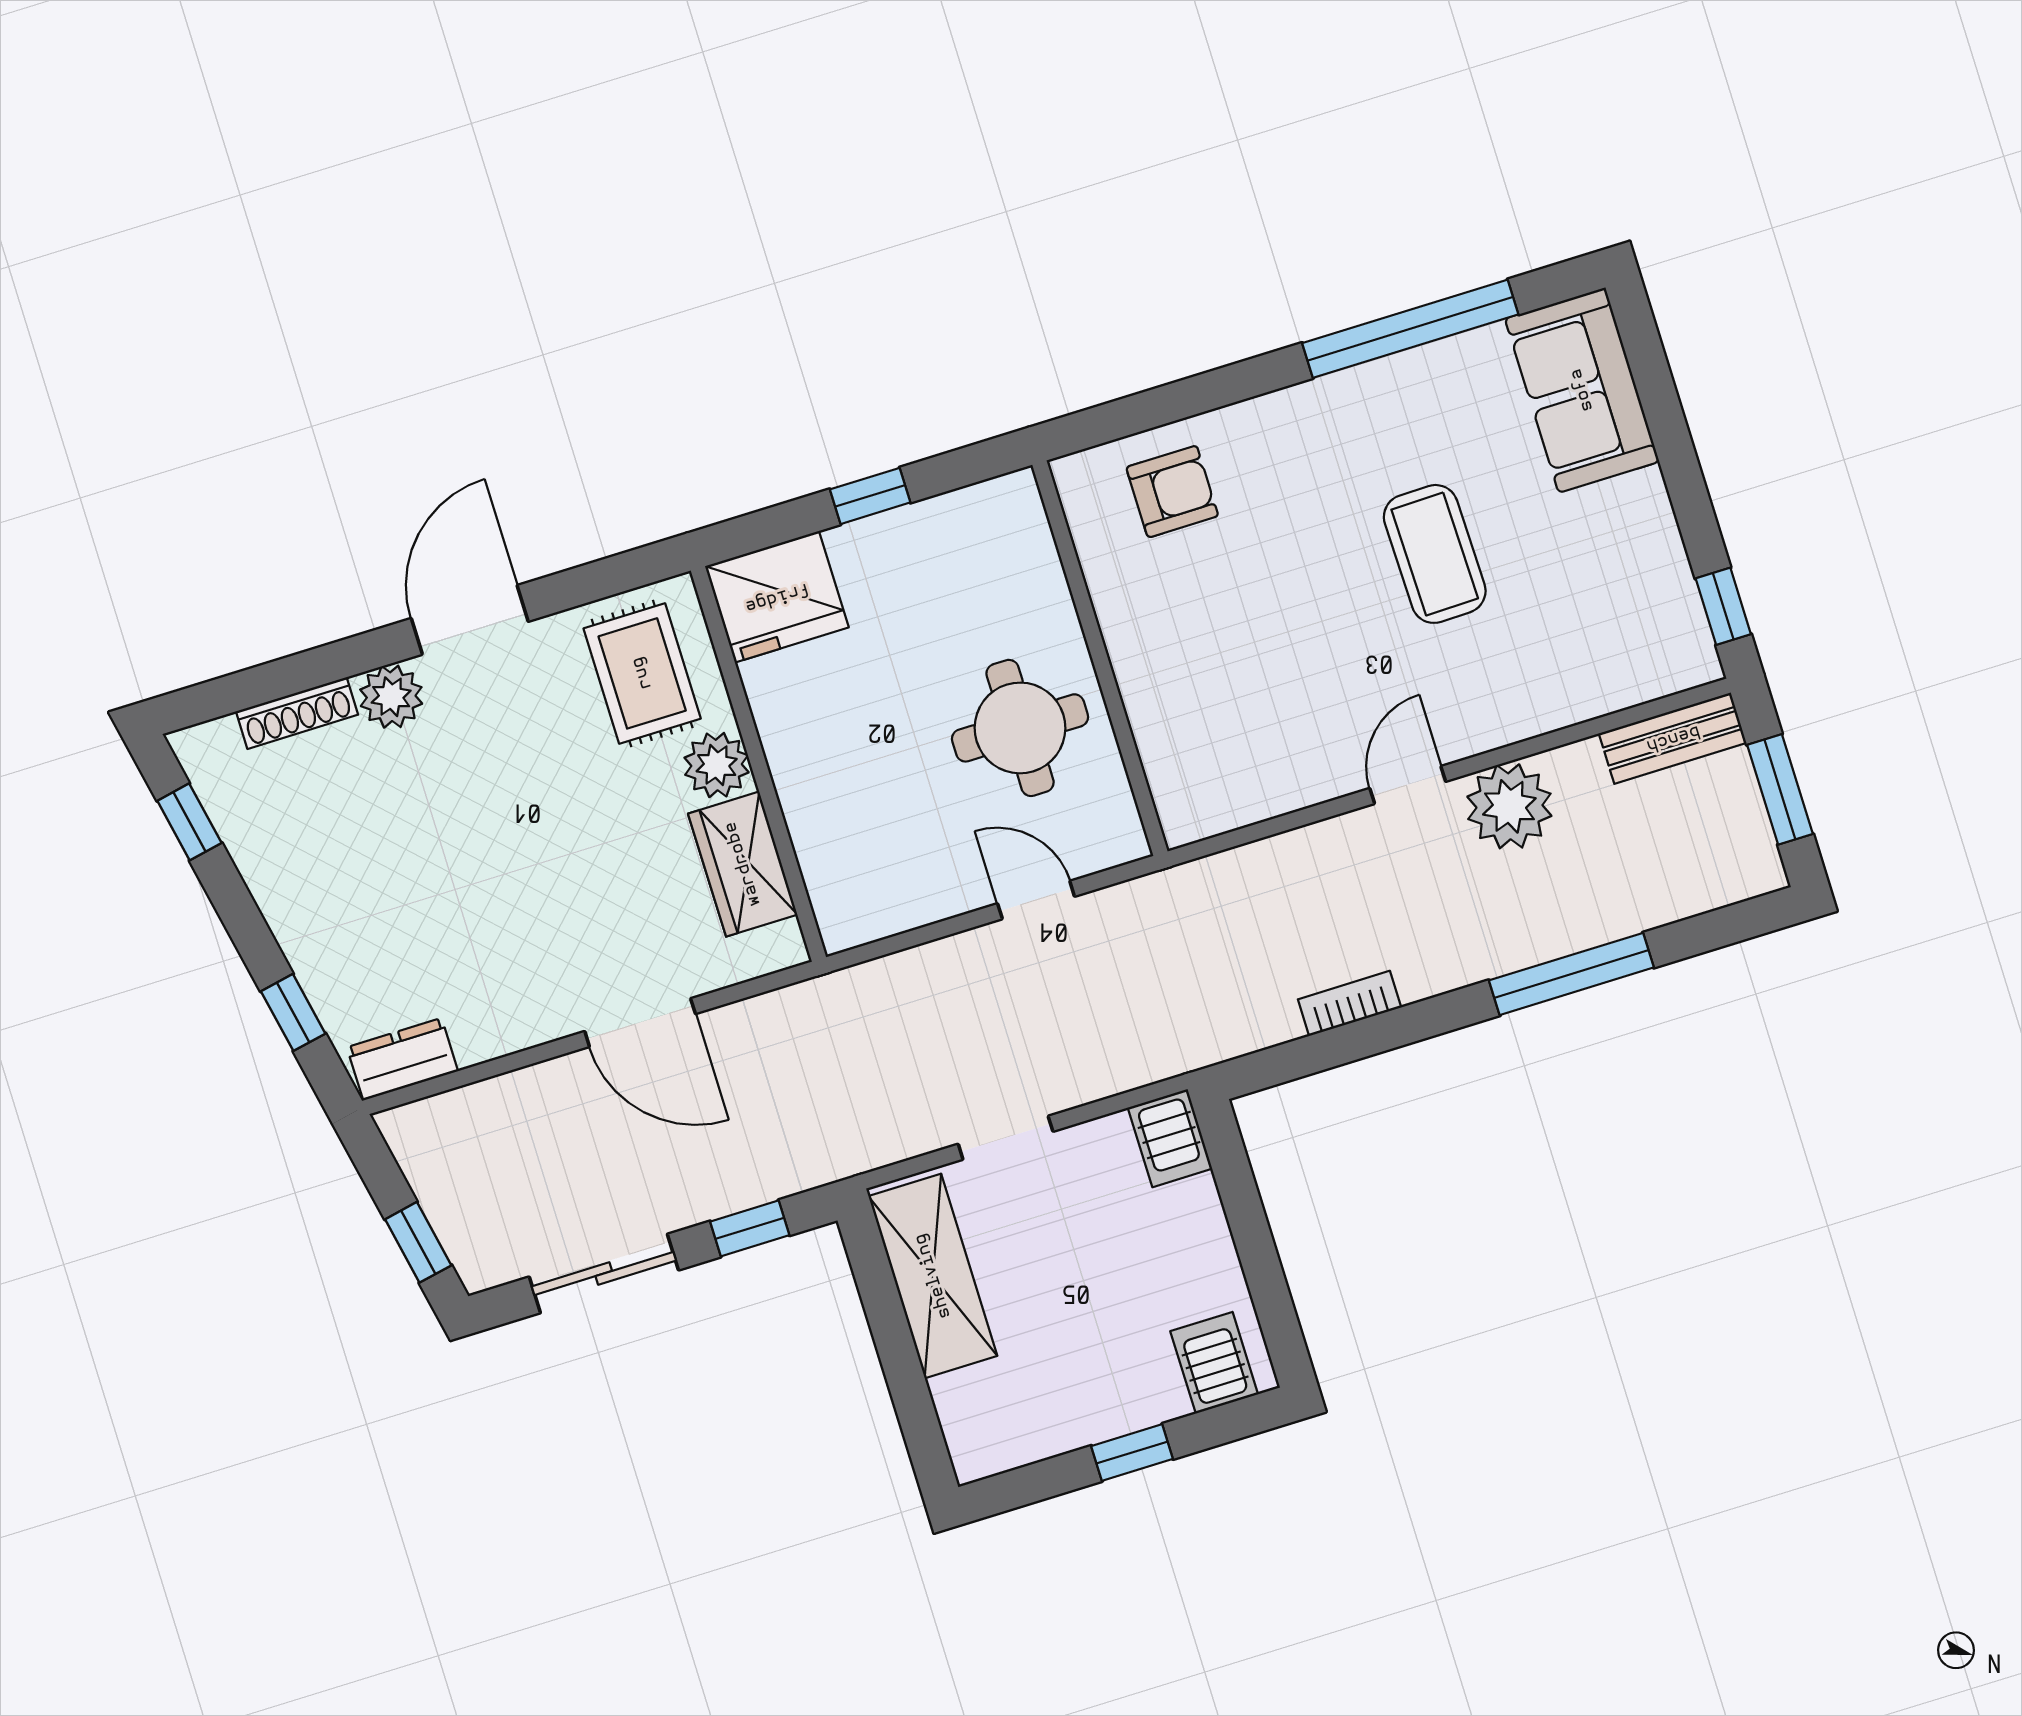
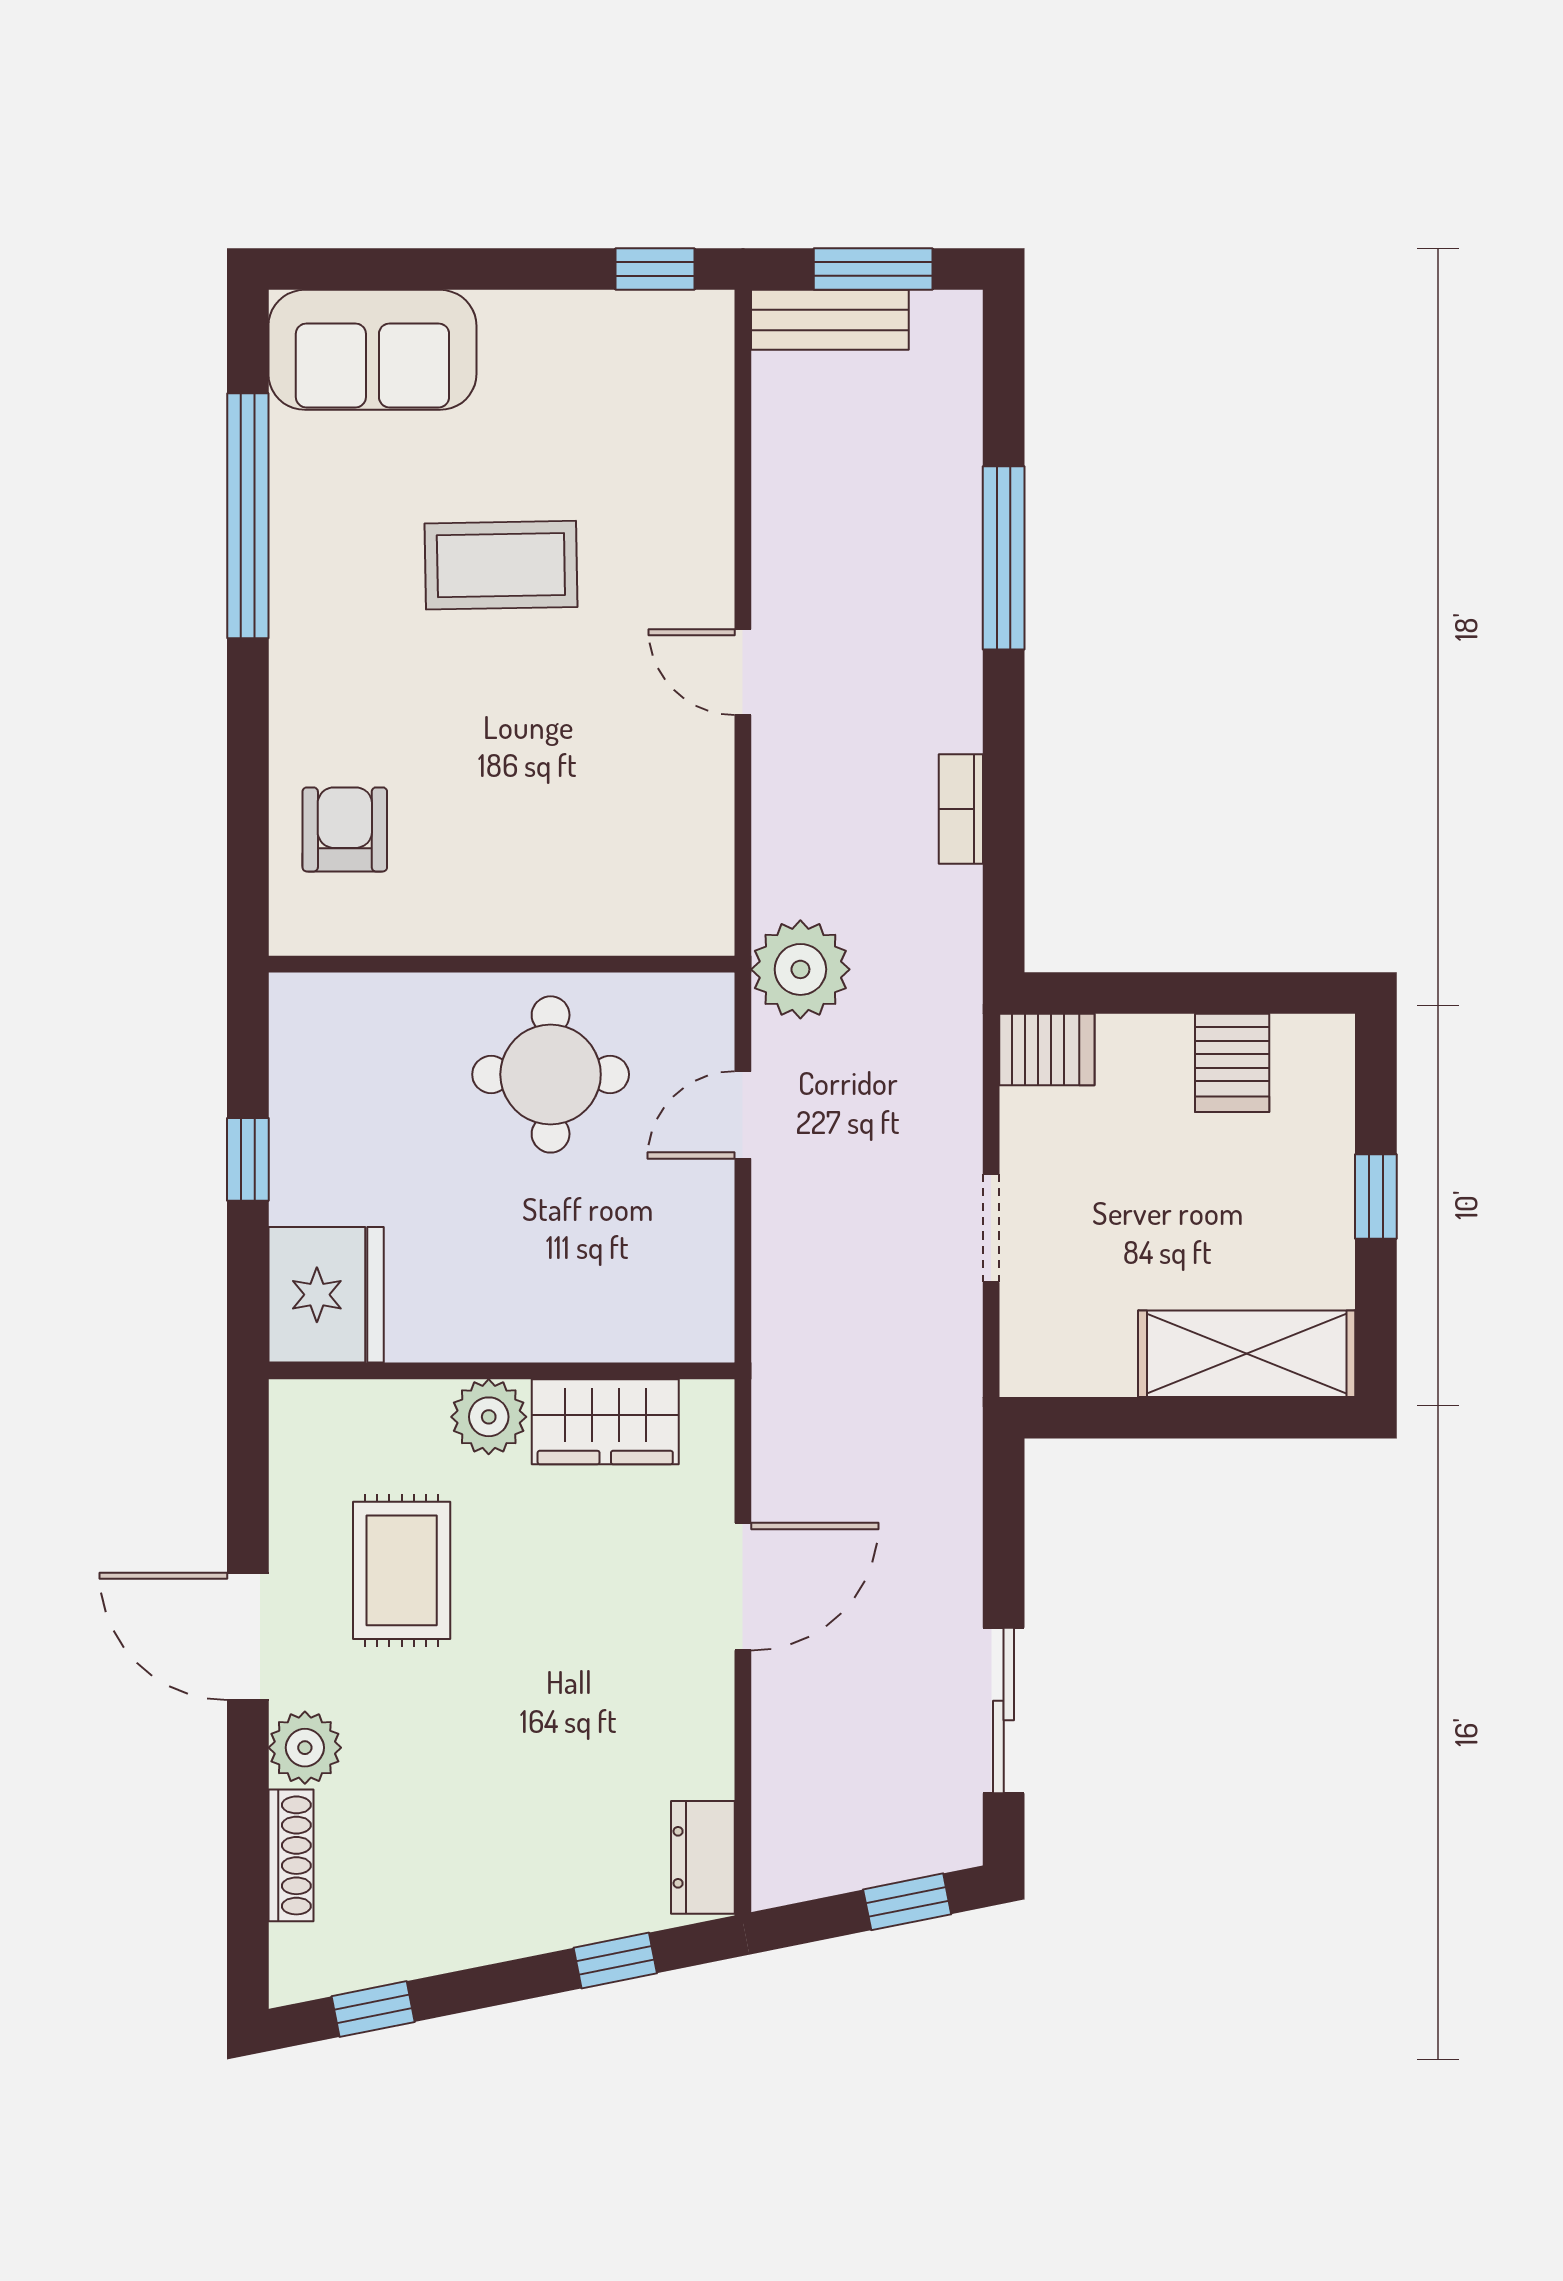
rug: (642, 673) -> (402, 1570), moved, turned 90
bench: (1673, 738) -> (830, 320), moved, turned 90
plant: (1509, 806) -> (800, 969), moved
window: (750, 1228) -> (1004, 1537), removed
shelving: (933, 1276) -> (1247, 1354), moved
server rack: (1214, 1363) -> (1232, 1063), moved, turned -90

